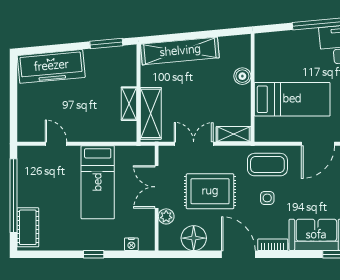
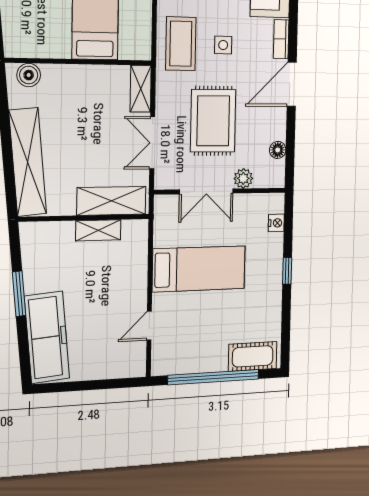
window: (106, 44) -> (19, 294), moved
boiler: (242, 76) -> (29, 75), moved
floor lamp: (194, 238) -> (278, 150), width x0.53, depth x0.53

